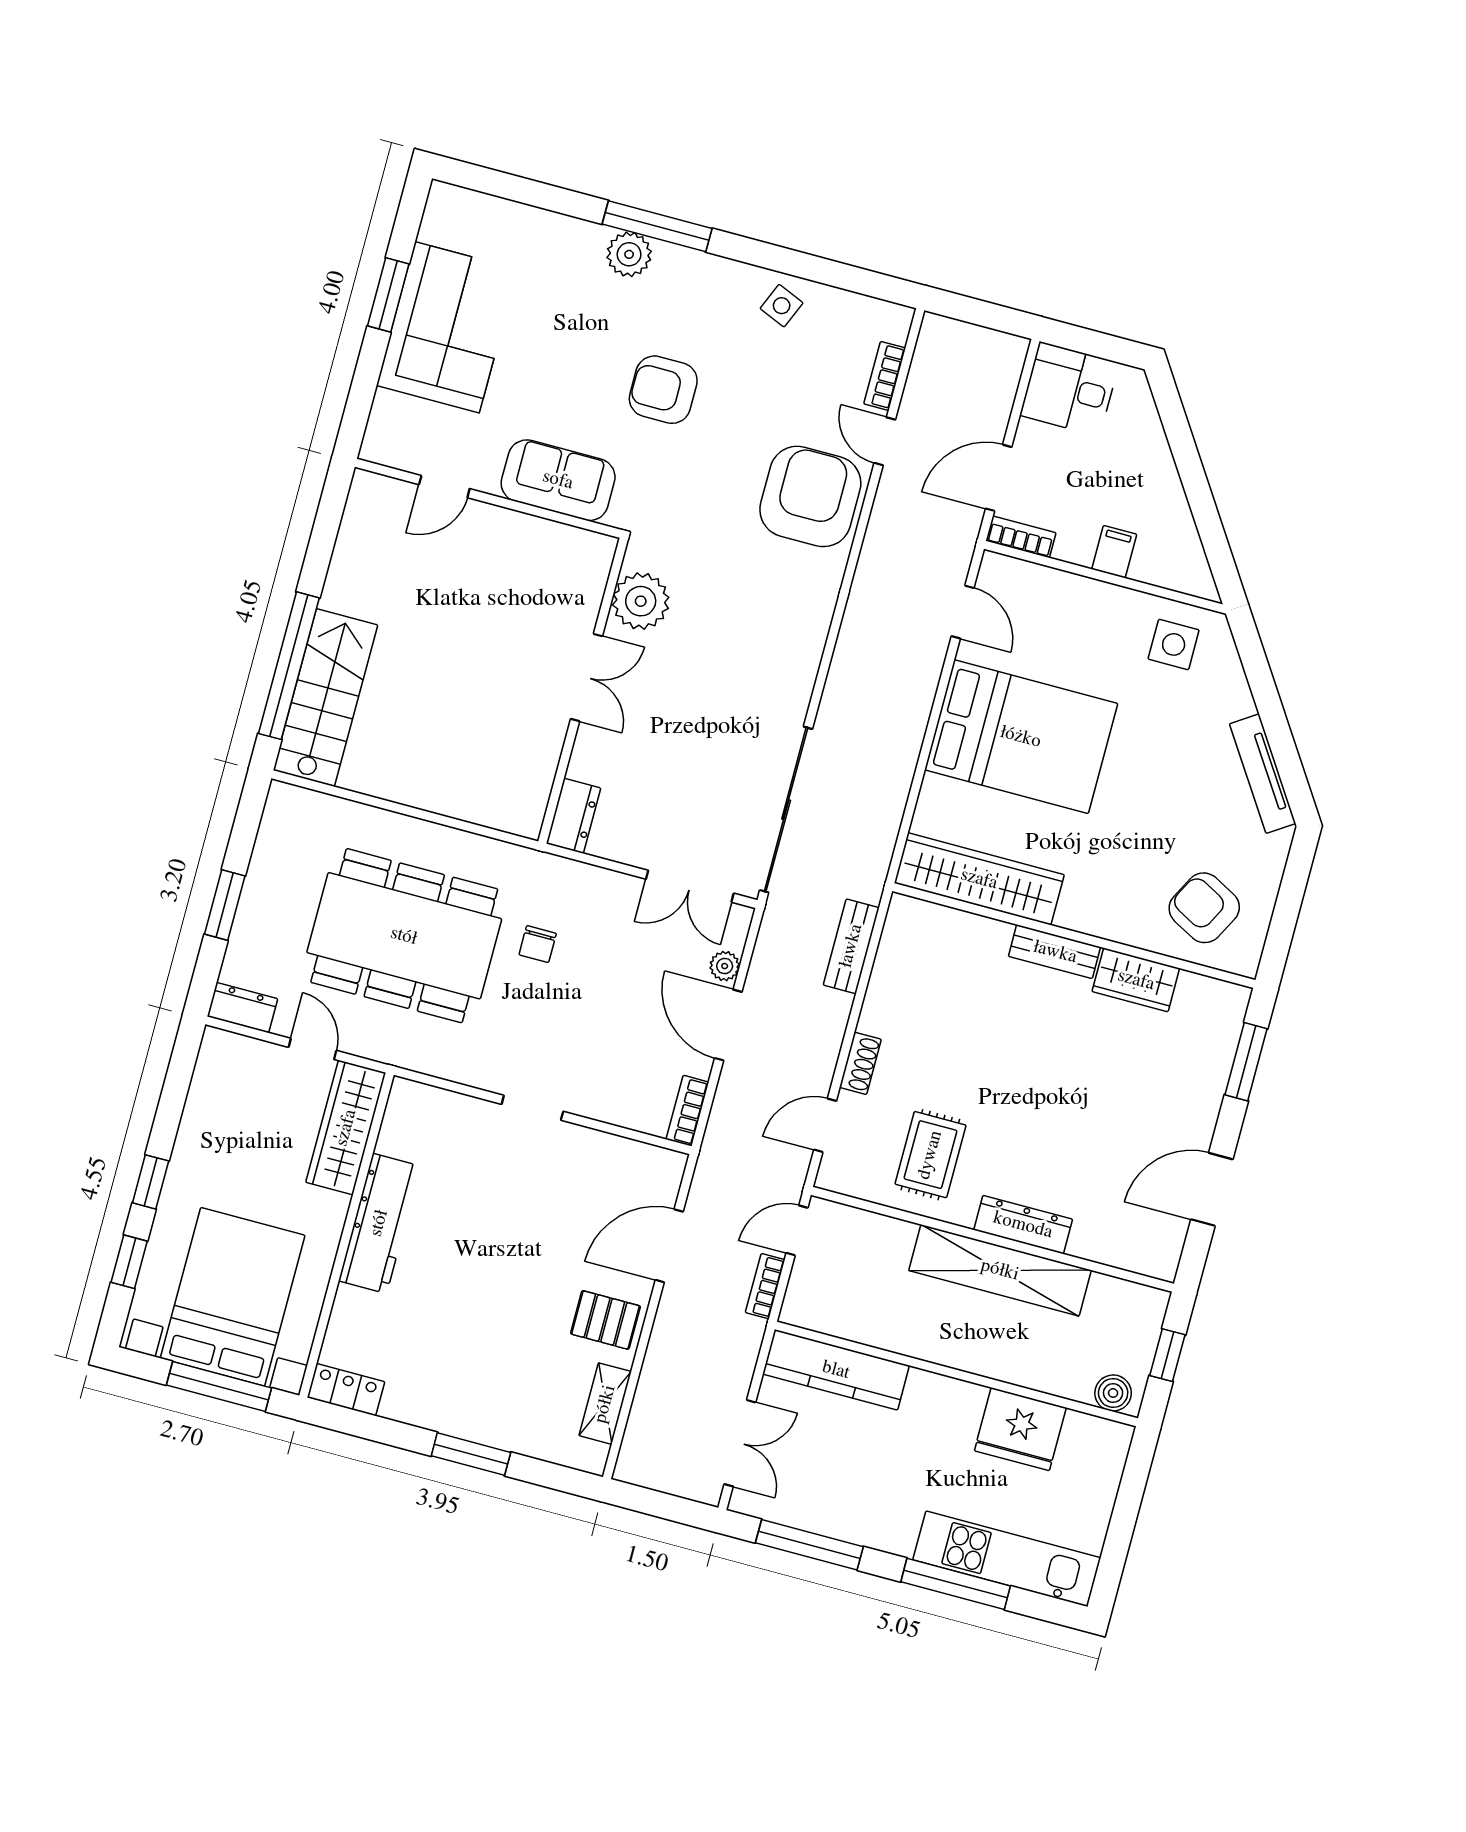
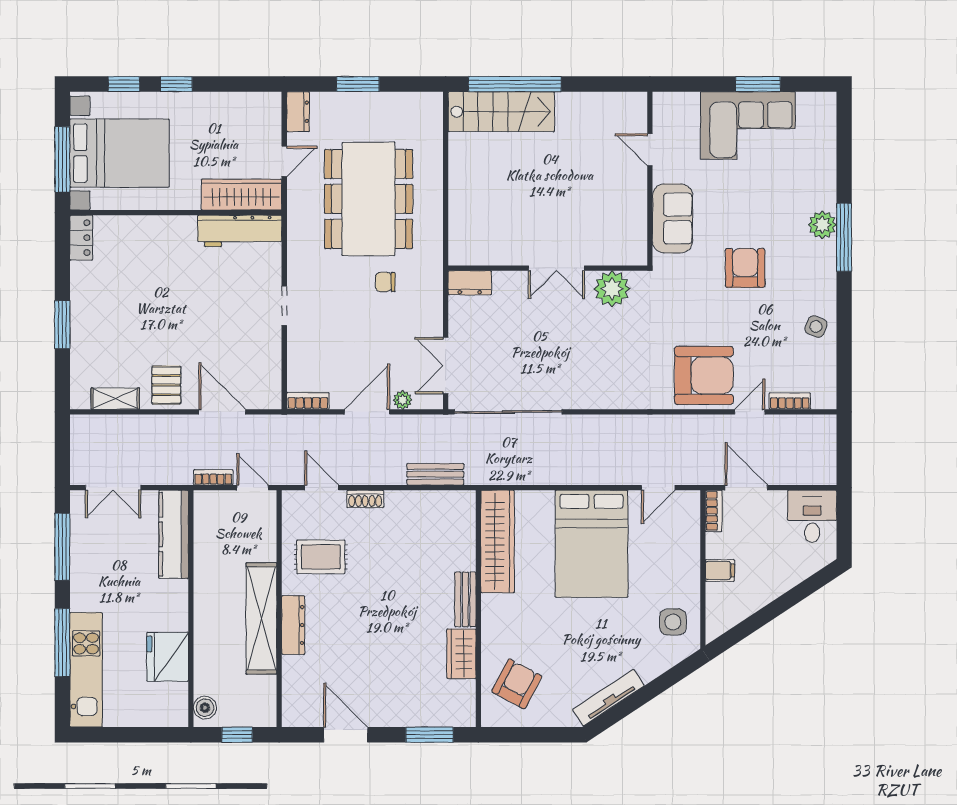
workbench: (379, 1223) -> (240, 231), moved

